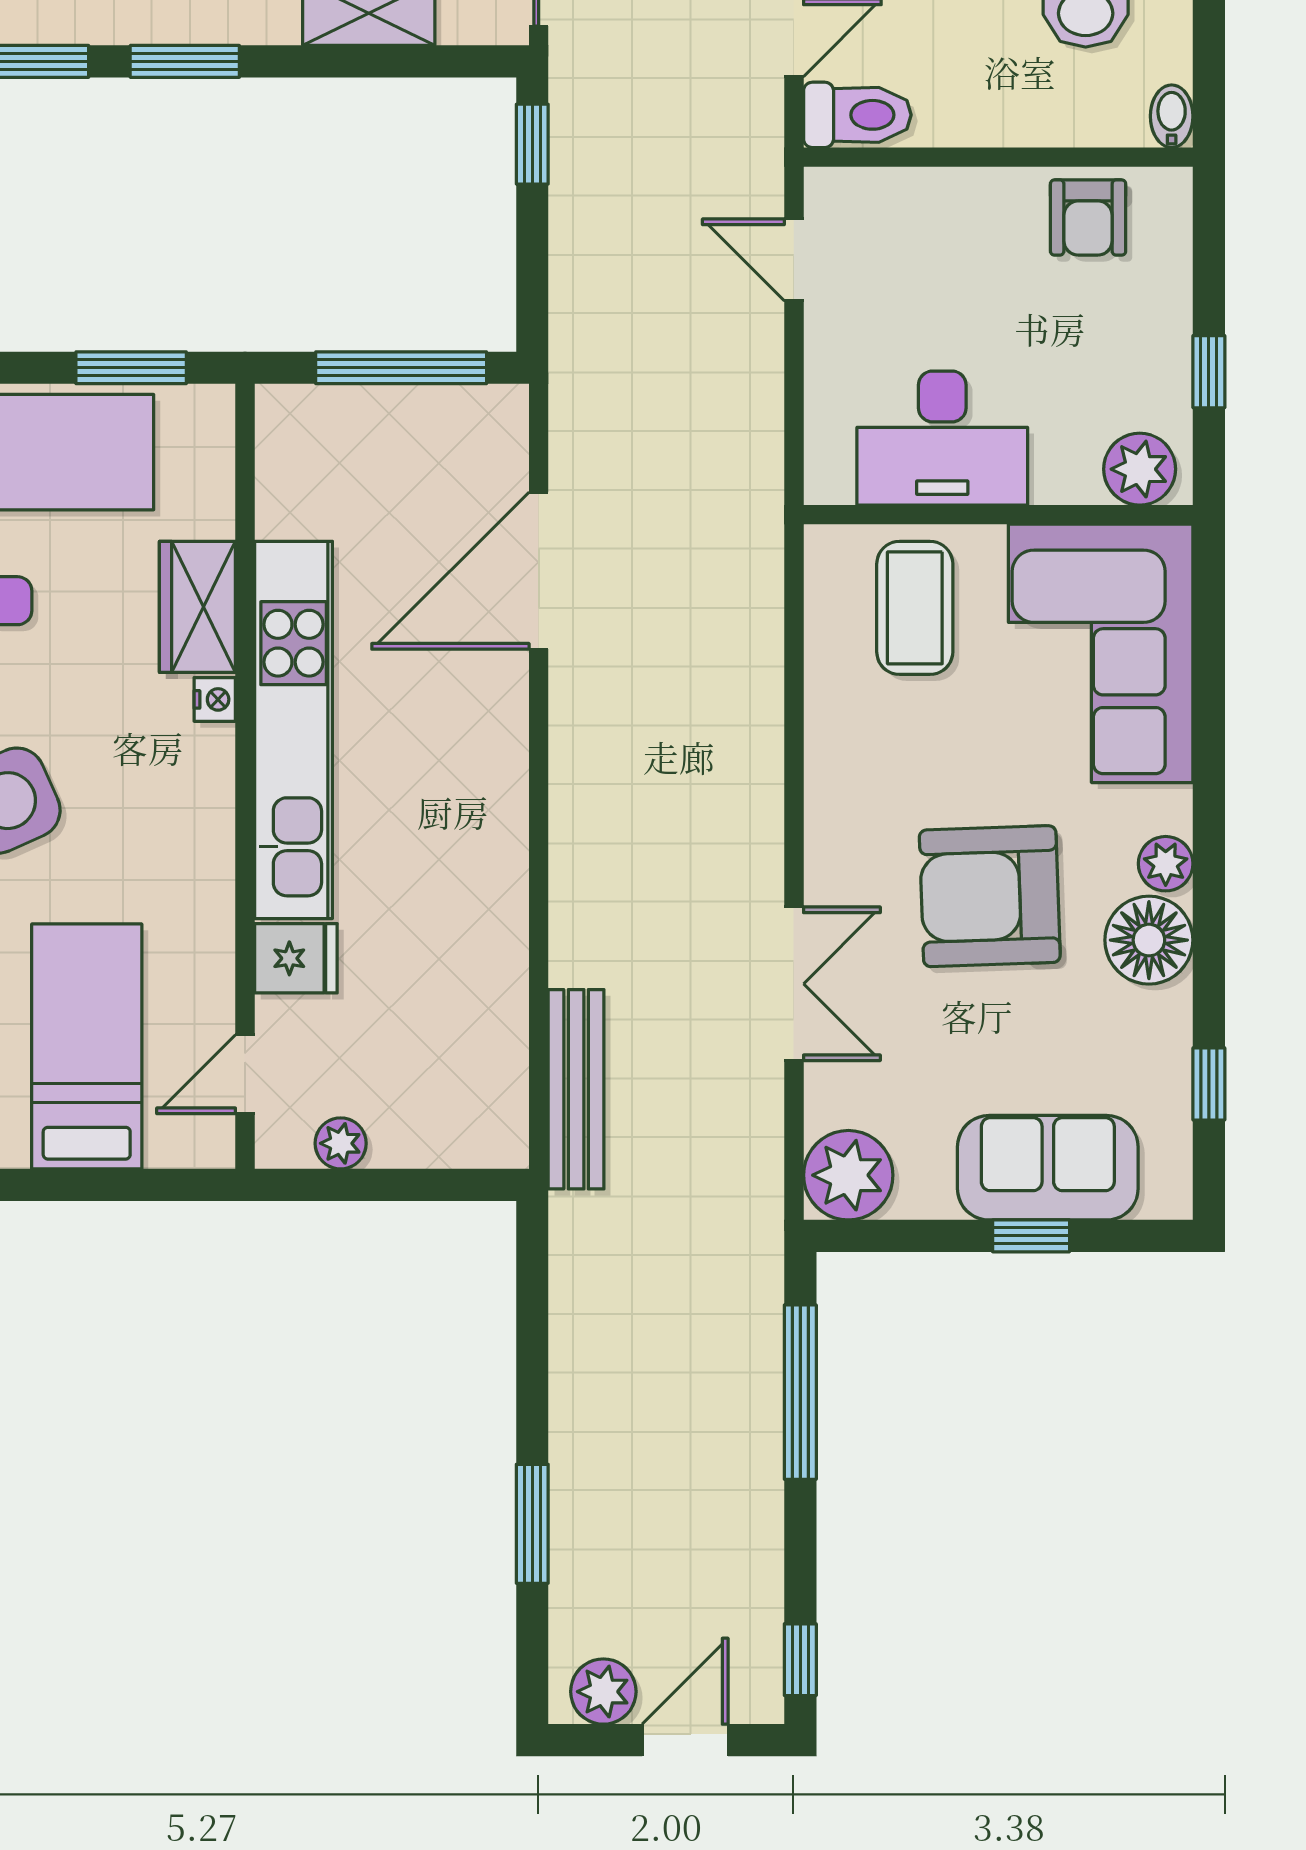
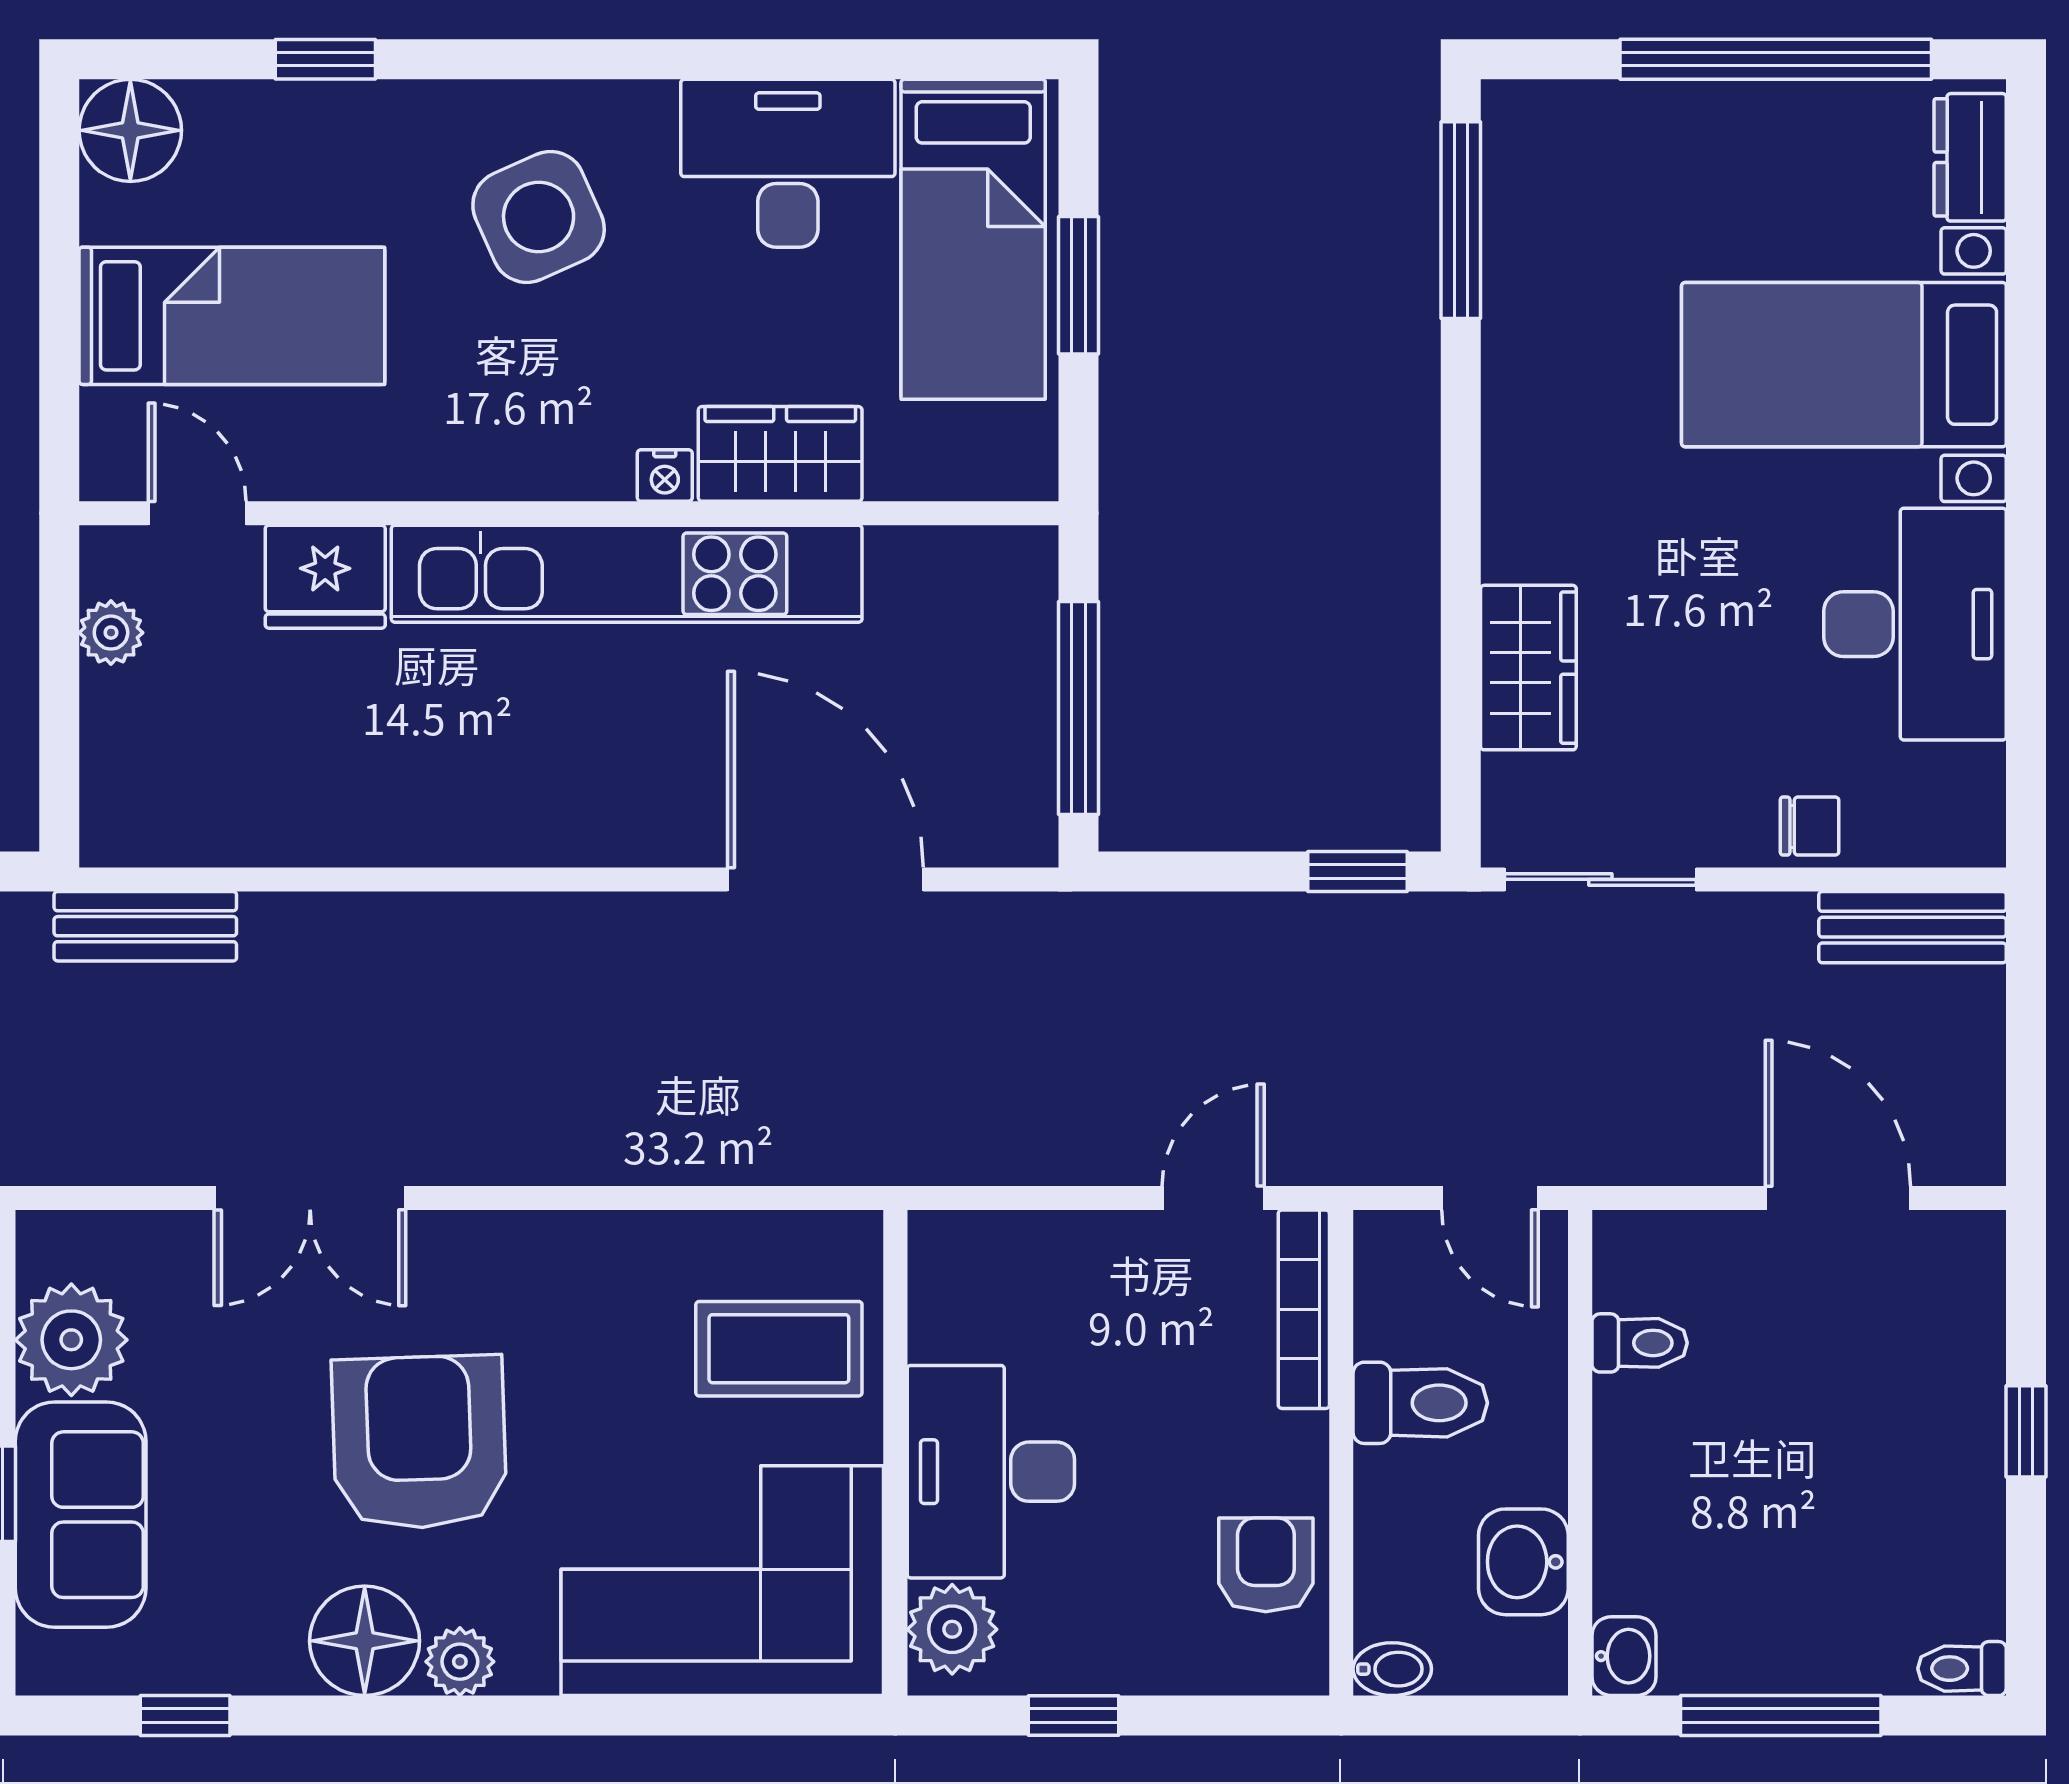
window: (185, 61) -> (1461, 438), removed
toilet: (857, 115) -> (1420, 1403), moved, turned -90
bookcase: (883, 187) -> (1304, 1309), added
armchair: (1088, 218) -> (1266, 1565), turned 90
window: (131, 368) -> (1078, 285), moved
desk: (942, 438) -> (991, 1472), moved
fridge: (296, 958) -> (325, 577), width x1.38
bench: (576, 1089) -> (145, 926), width x0.73
plant: (848, 1175) -> (71, 1340), moved

